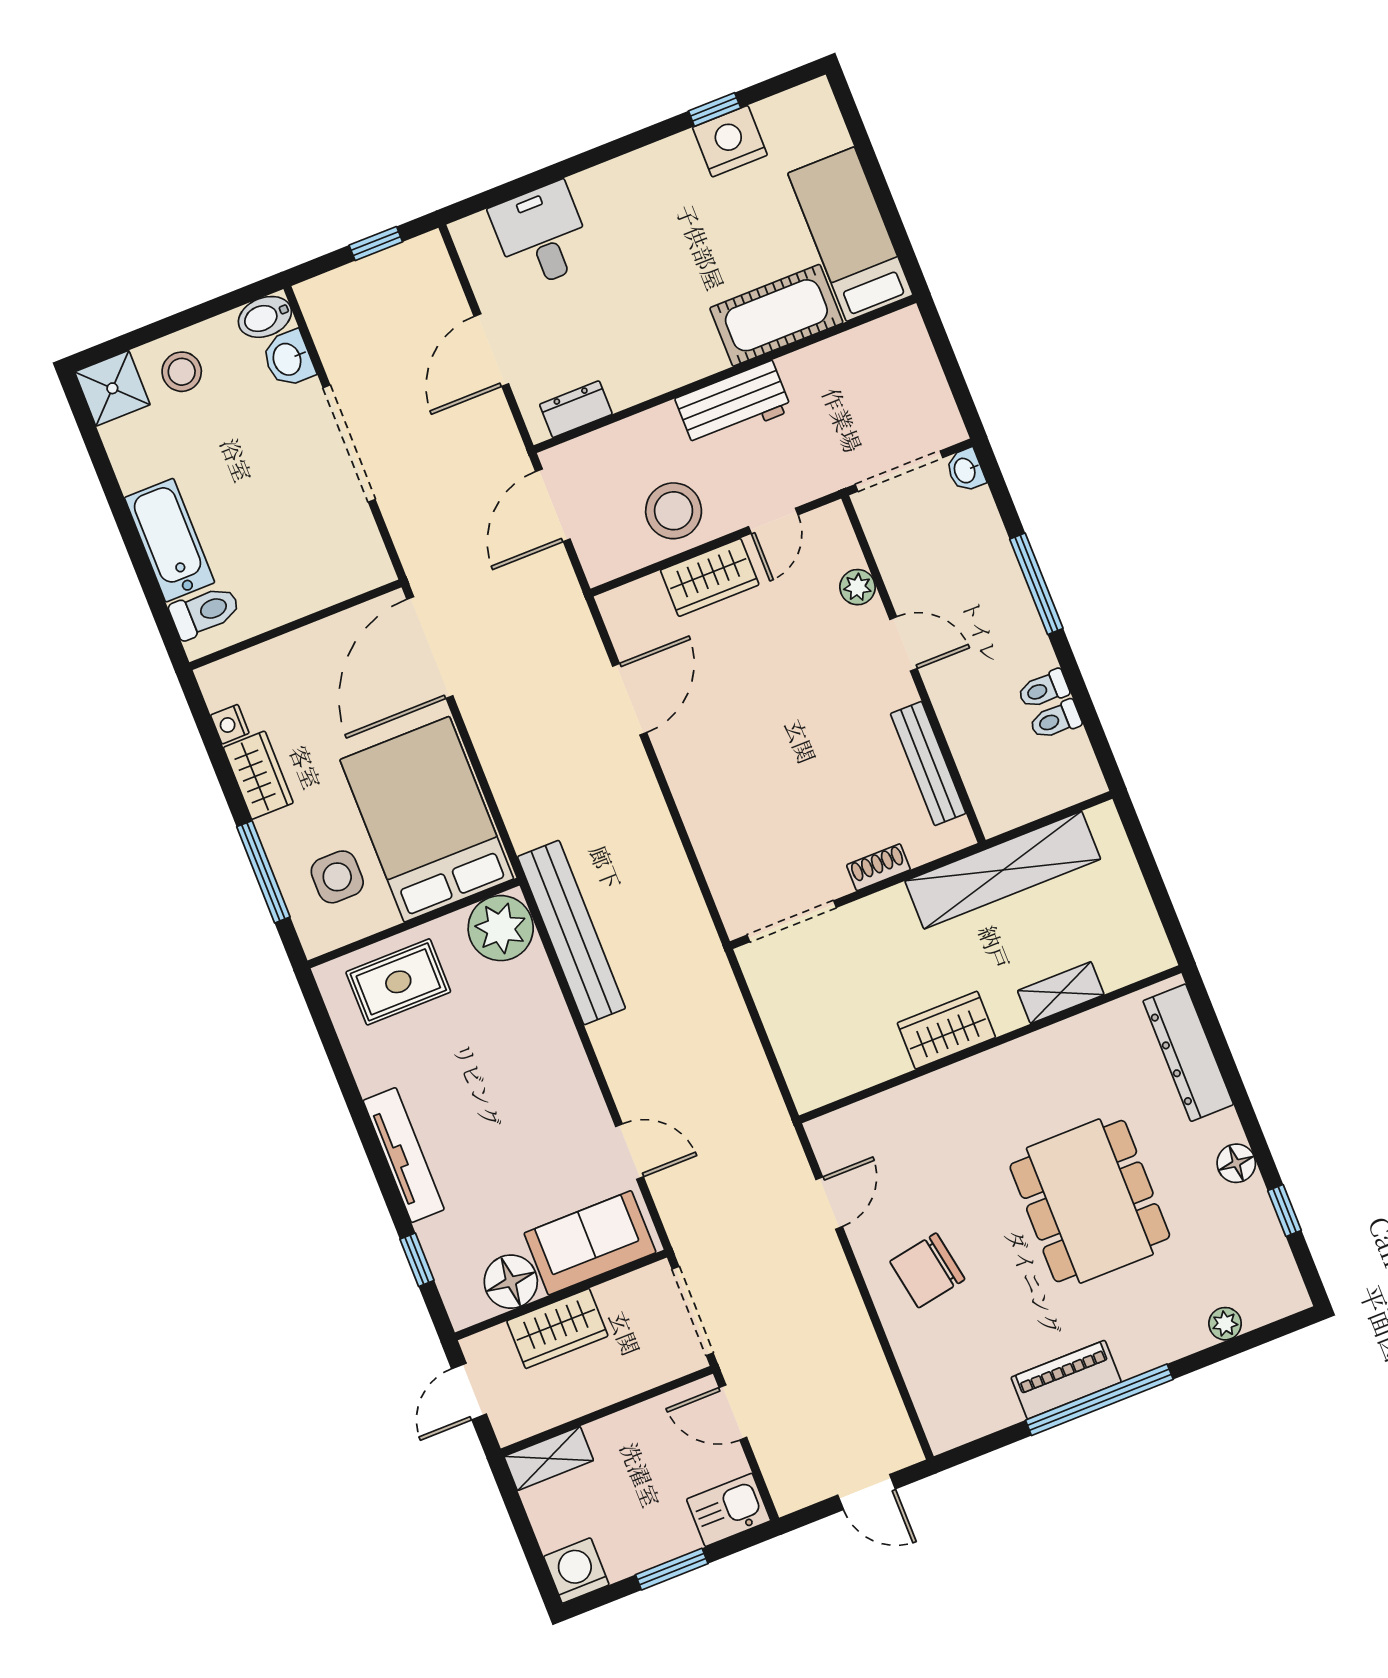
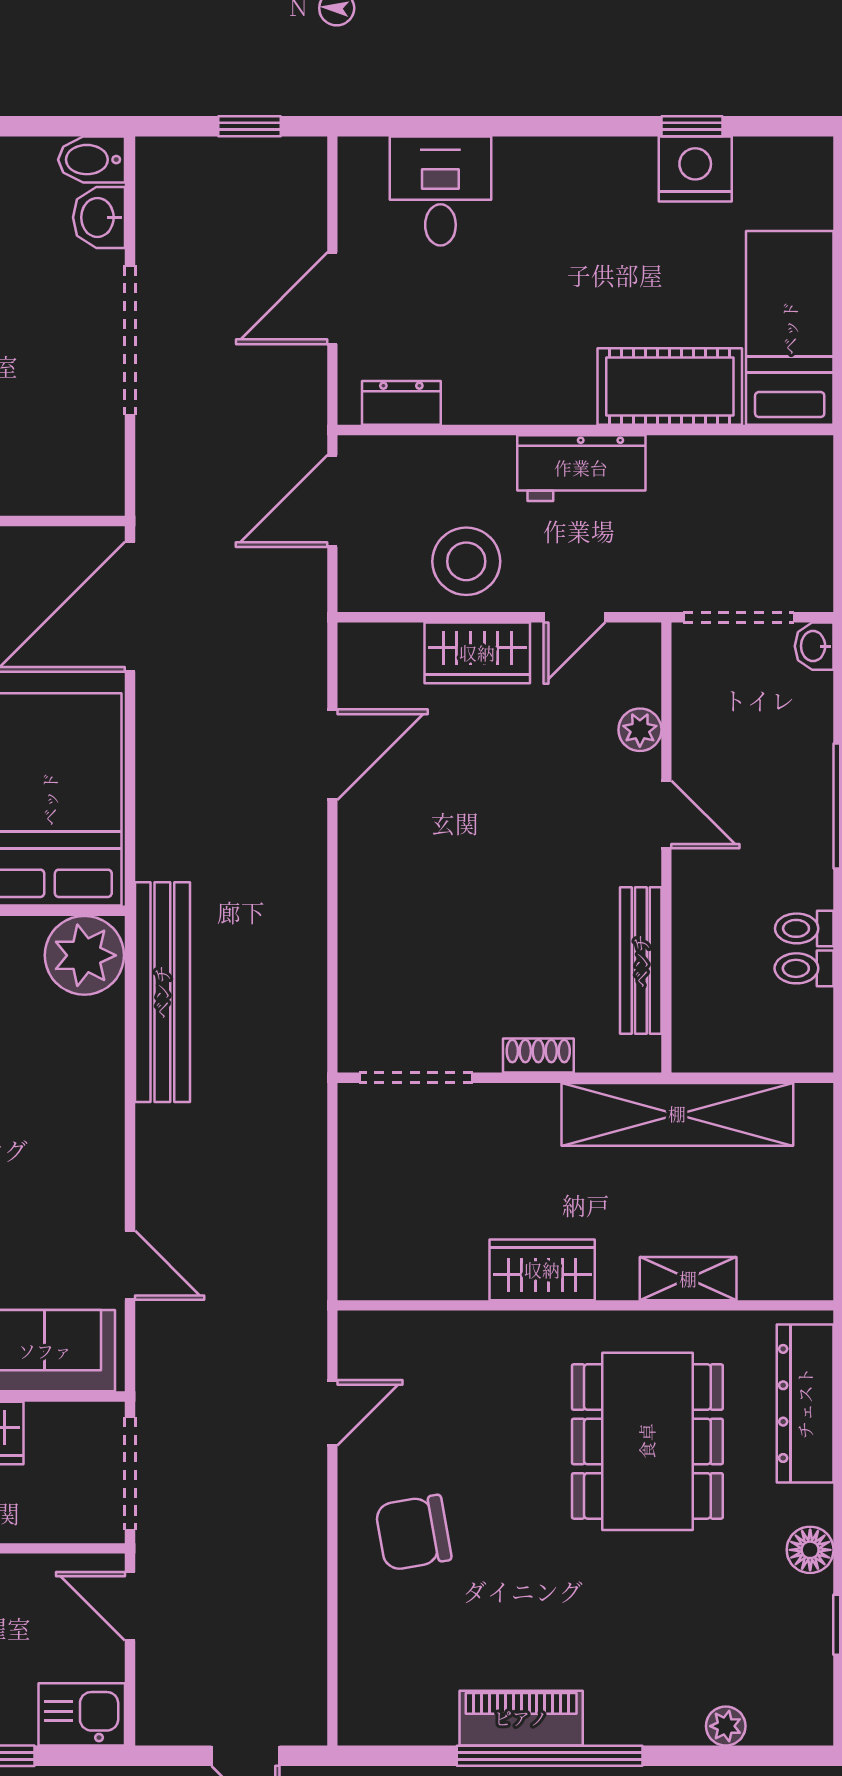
dining table: (1090, 1201) -> (647, 1441), moved

